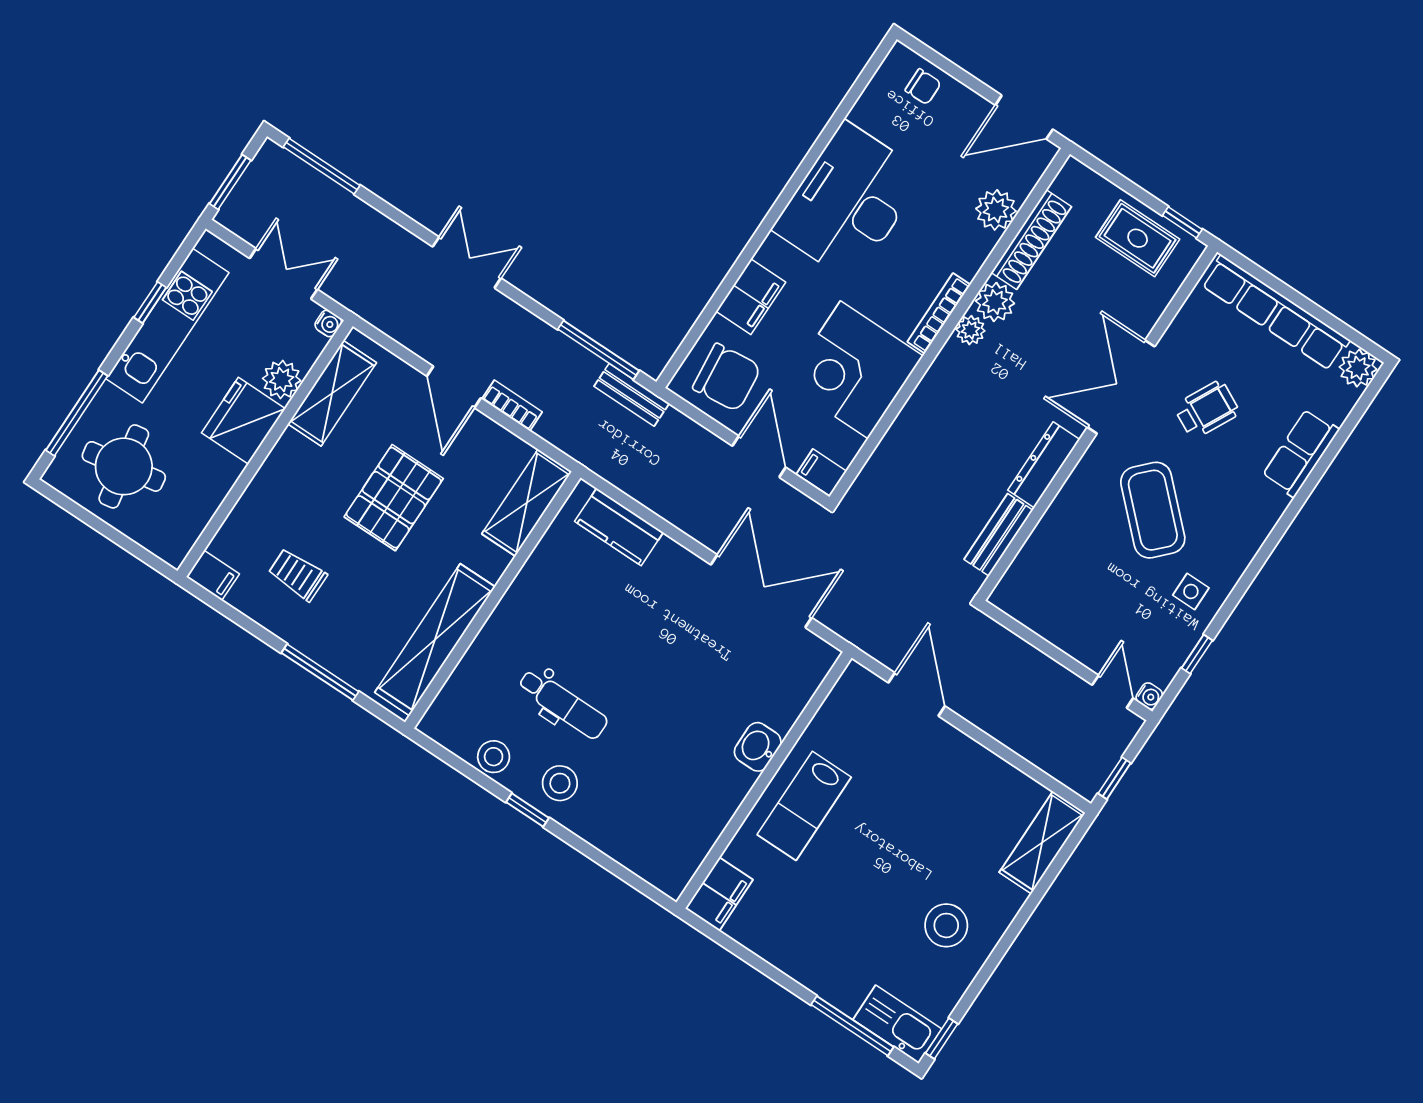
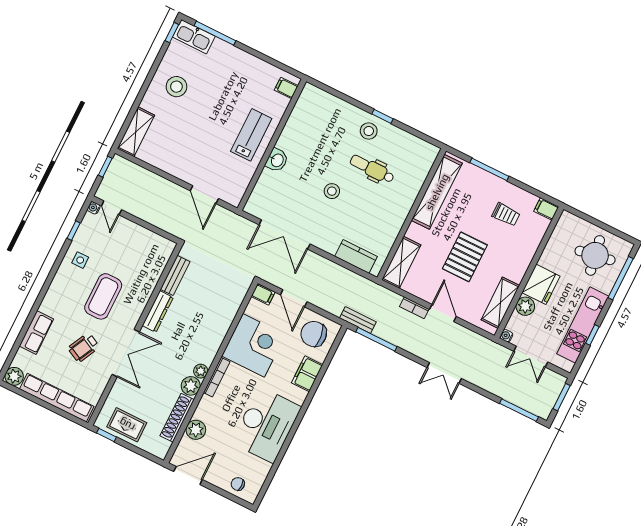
coffee table: (1153, 510) -> (103, 296), turned 46
stool: (494, 757) -> (332, 191), moved
filing cabinet: (719, 894) -> (286, 88), width x0.50

